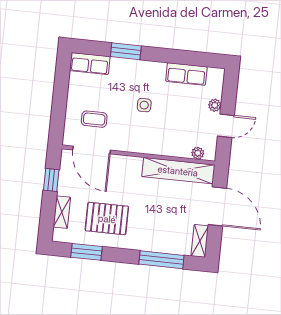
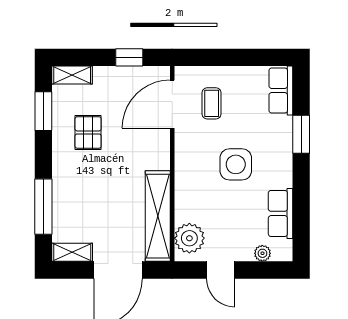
side table: (144, 105) -> (236, 164), width x1.87, depth x1.87
plant: (215, 105) -> (262, 253), moved
plant: (198, 153) -> (189, 238), width x1.88, depth x1.88
shelving: (62, 212) -> (72, 75), moved
pallet: (107, 219) -> (88, 132), width x0.67, depth x0.71

